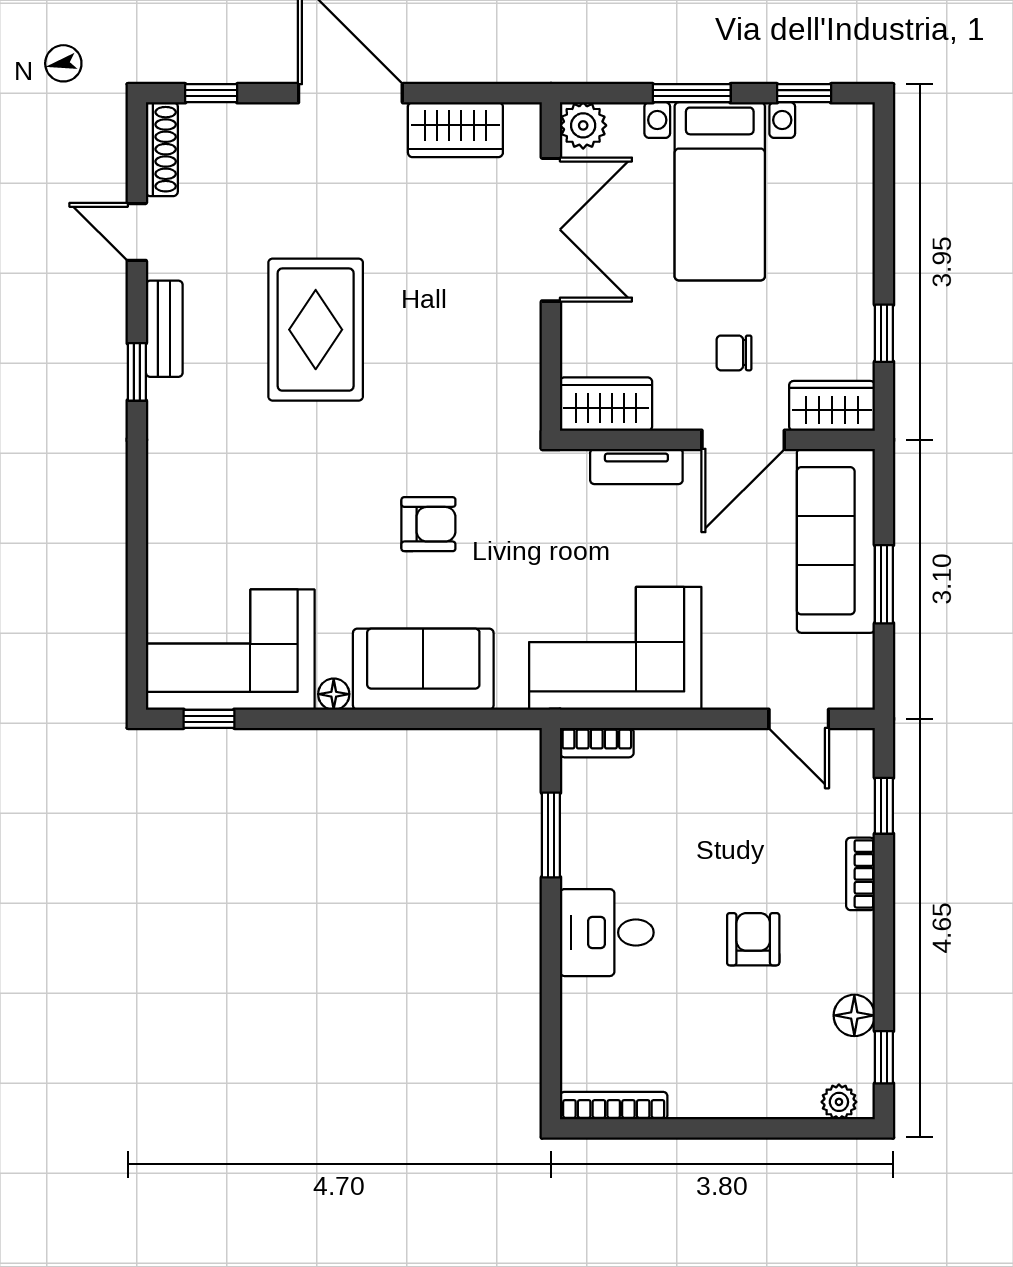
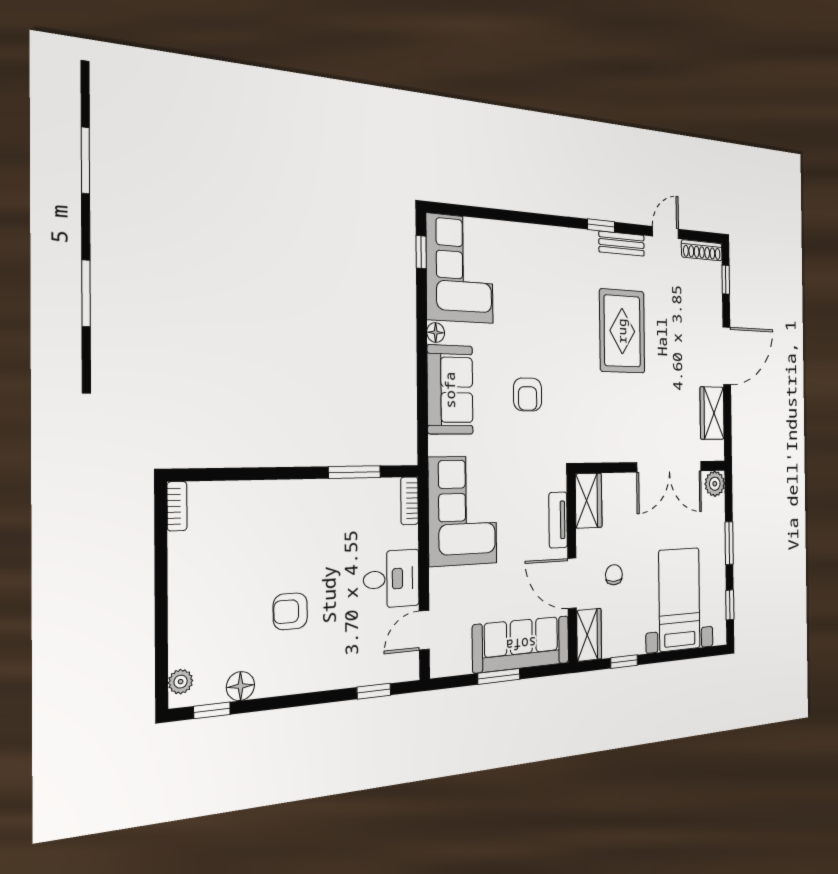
bed with nightstands: (720, 191) -> (679, 599), moved, turned 90
rug: (316, 330) -> (622, 331), turned 90
bookcase: (861, 874) -> (332, 680), removed
desk: (607, 933) -> (391, 579), moved, turned 90
armchair: (753, 939) -> (290, 611), turned 180
bookcase: (614, 1106) -> (177, 506), width x0.64

